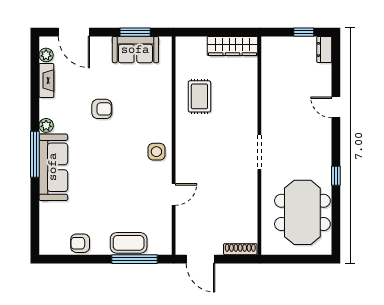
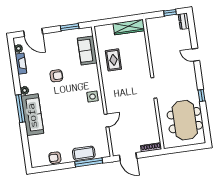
sofa: (135, 50) -> (87, 51), moved, turned 90

